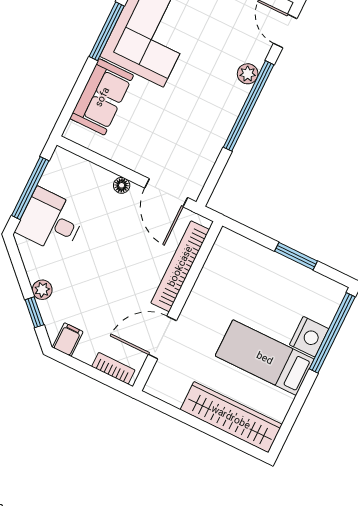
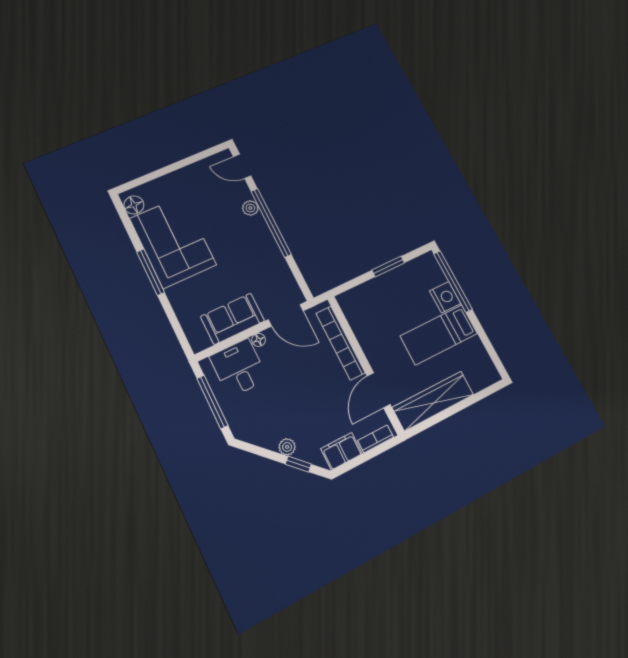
sofa: (102, 97) -> (233, 319), moved, turned -90
desk: (51, 221) -> (239, 368), moved, turned 90
filing cabinet: (68, 340) -> (342, 451), width x2.00
wardrobe: (231, 417) -> (433, 401), moved

